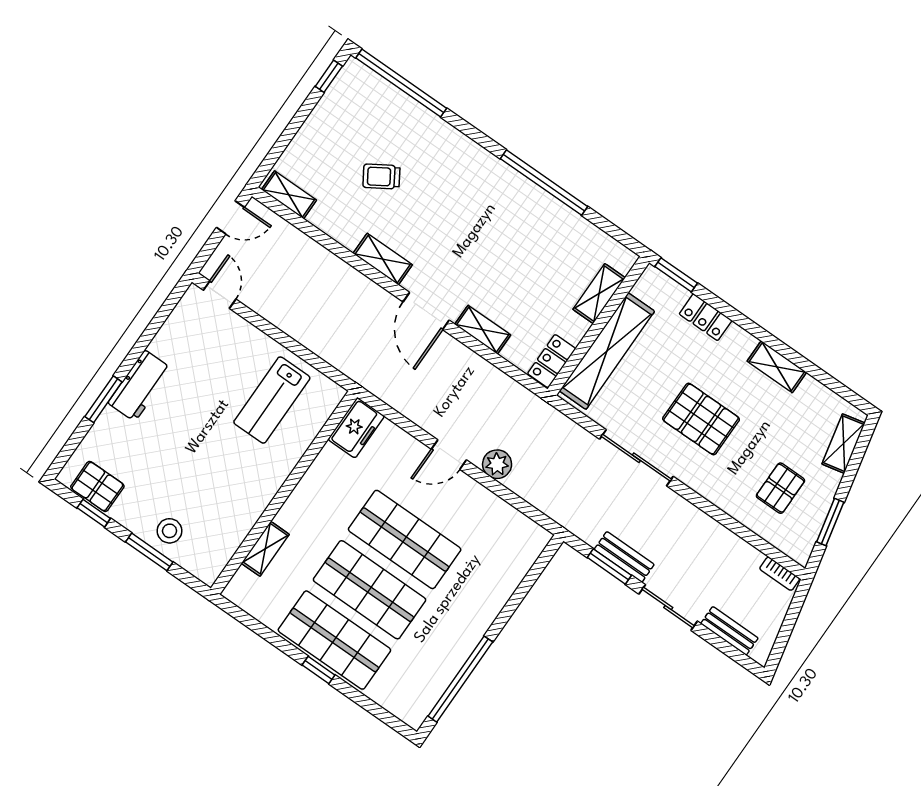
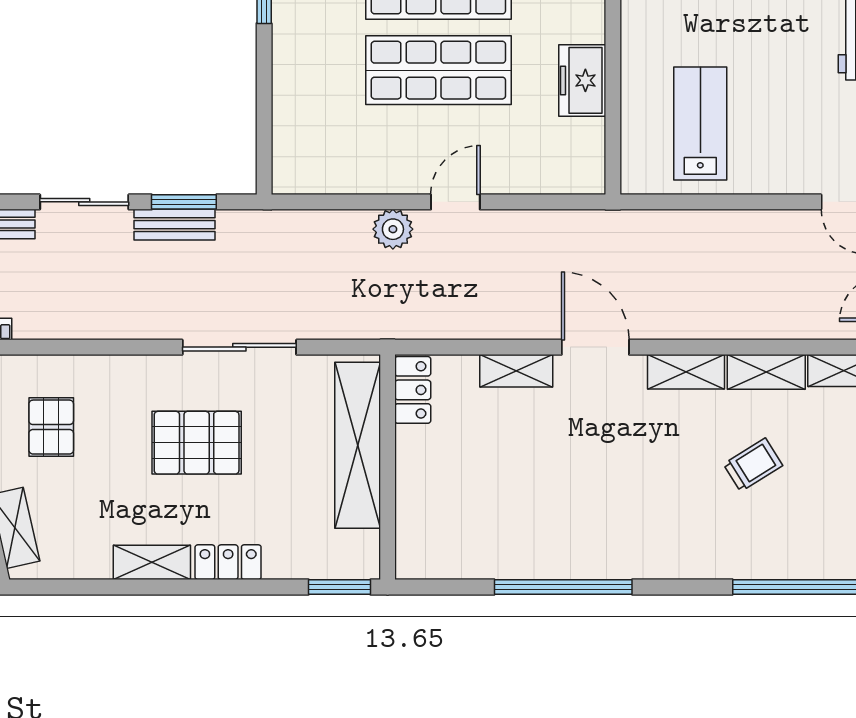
shelving: (599, 294) -> (766, 372), moved, turned 90
locker: (706, 317) -> (228, 562), moved
freezer: (356, 428) -> (582, 80), moved

